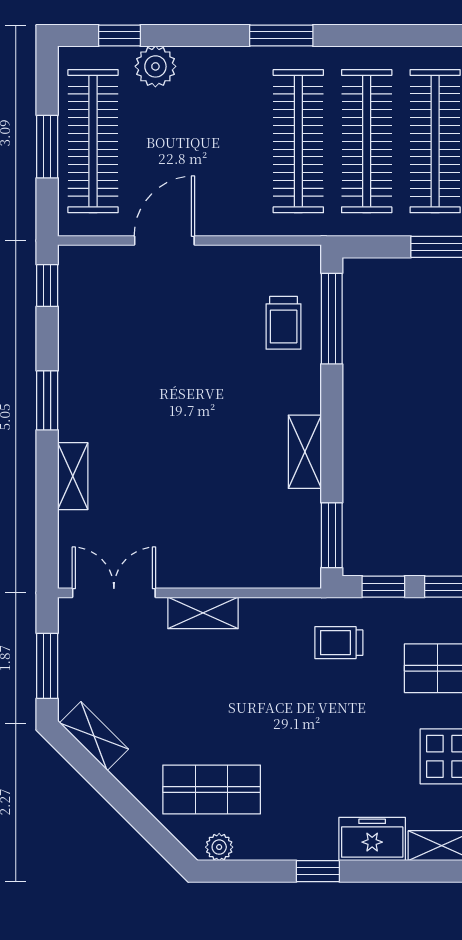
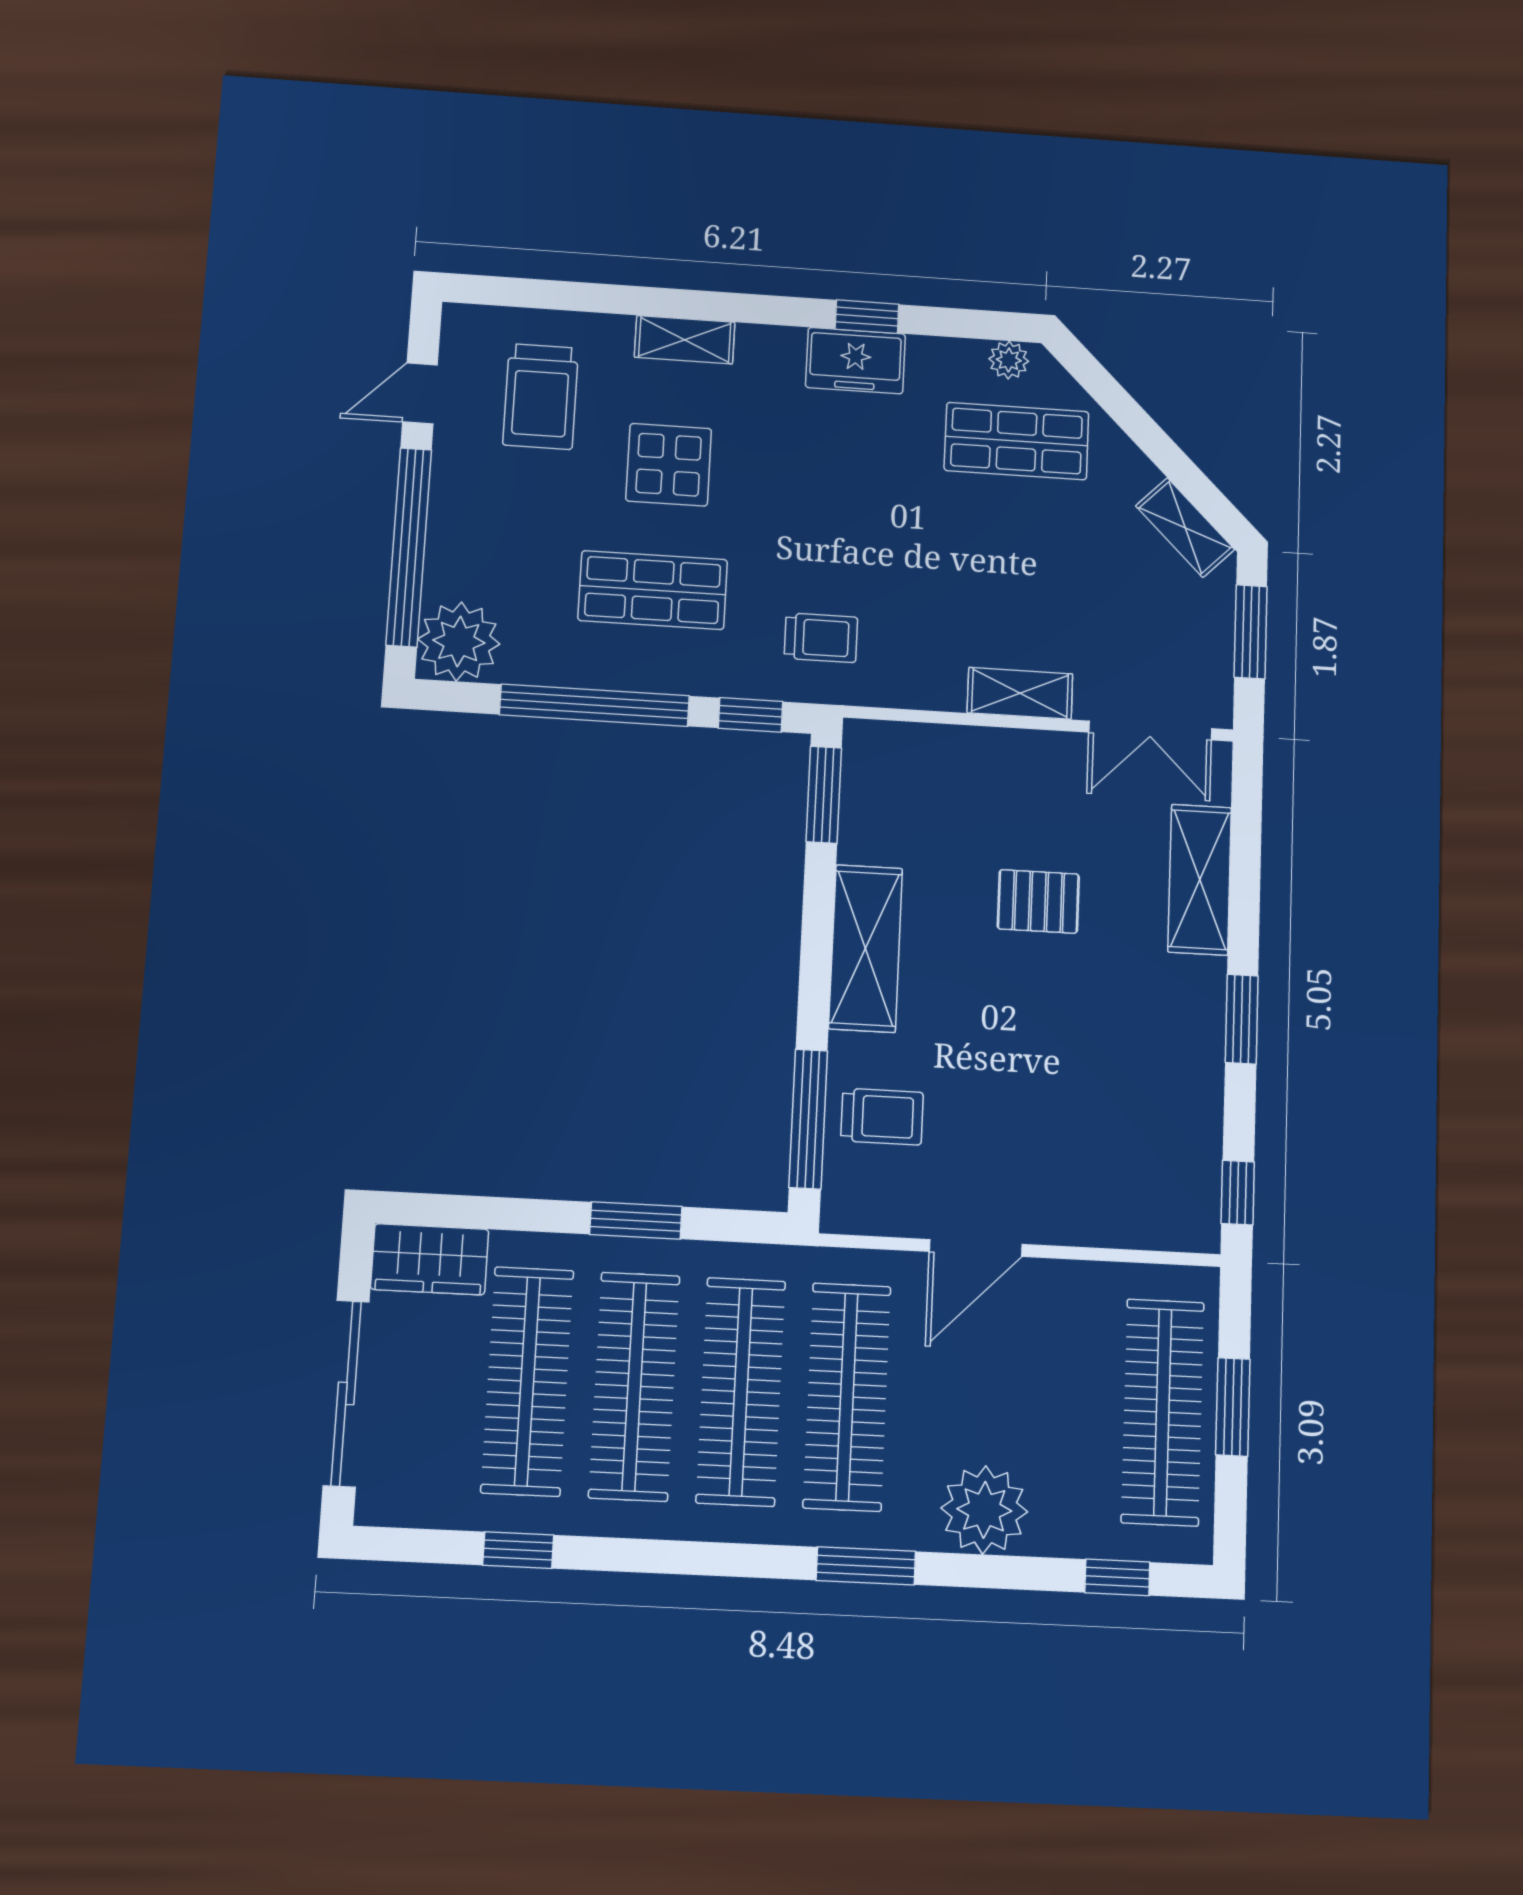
plant: (155, 66) -> (984, 1510), moved, width x1.36, depth x1.36
door: (164, 241) -> (976, 1248), moved
trolley: (284, 323) -> (882, 1117), turned 90
shelving: (305, 452) -> (866, 948), width x1.50, depth x1.33
pallet: (186, 472) -> (1038, 901), added
shelving: (73, 476) -> (1200, 880), width x1.50, depth x1.33
freezer: (372, 839) -> (855, 361), moved

